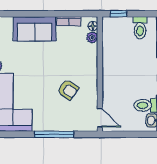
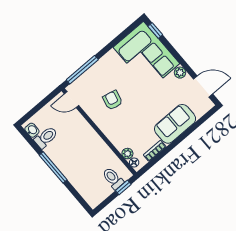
toilet: (140, 28) -> (113, 178), moved
armchair: (68, 90) -> (113, 100), turned 69
window: (54, 134) -> (82, 70), moved

